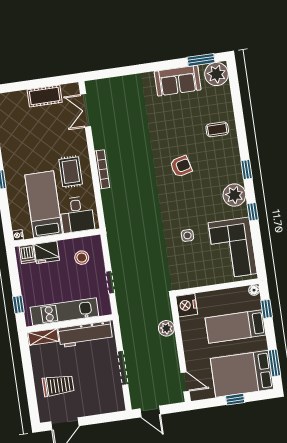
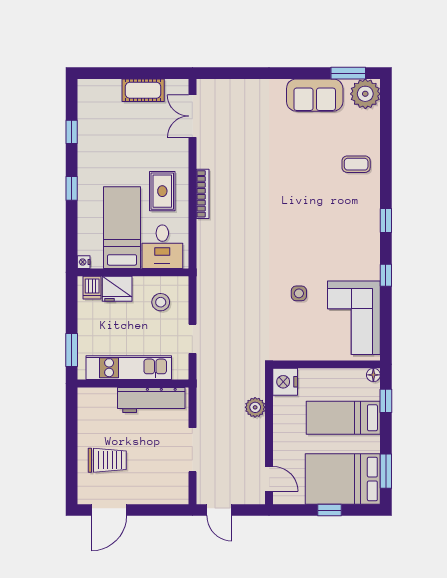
armchair: (181, 166) -> (303, 204), removed
plant: (234, 195) -> (366, 251), removed
window: (18, 304) -> (72, 350), width x1.50
shelving: (43, 337) -> (97, 396), removed

